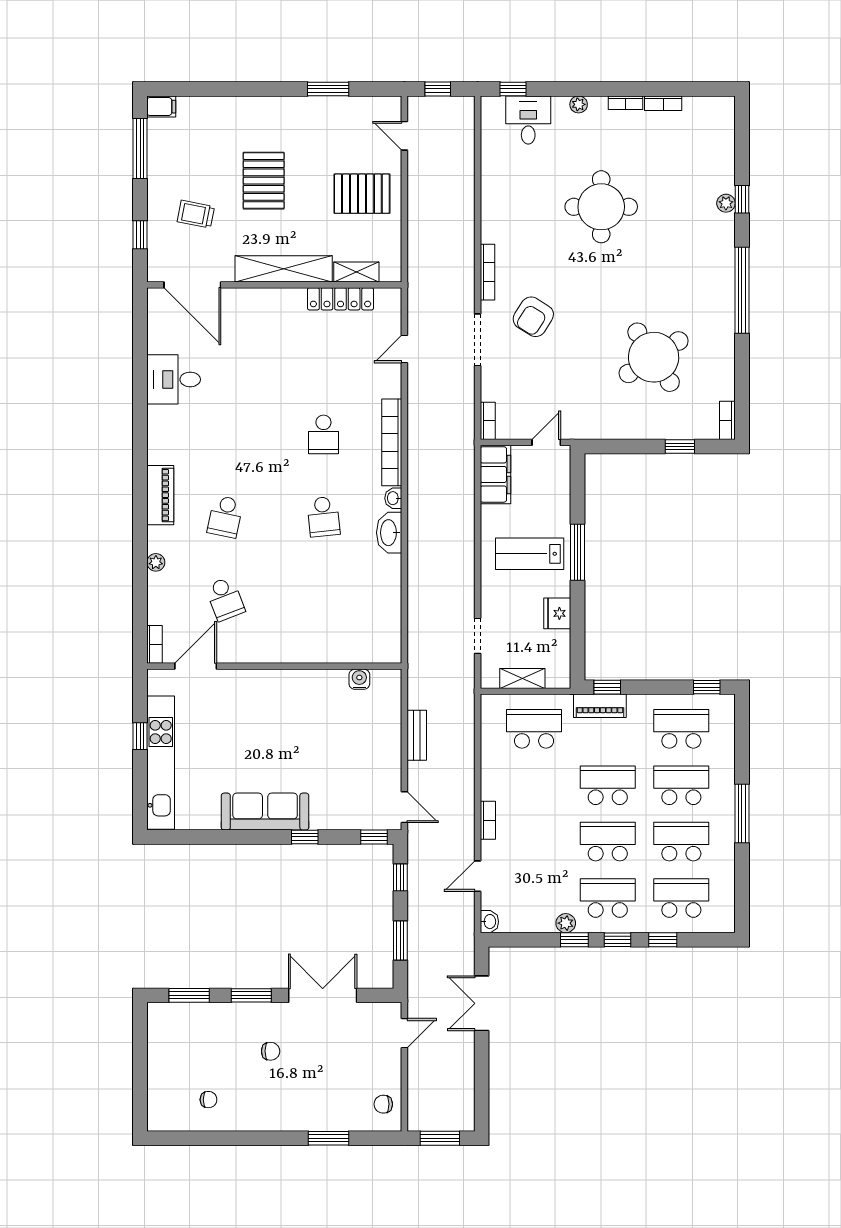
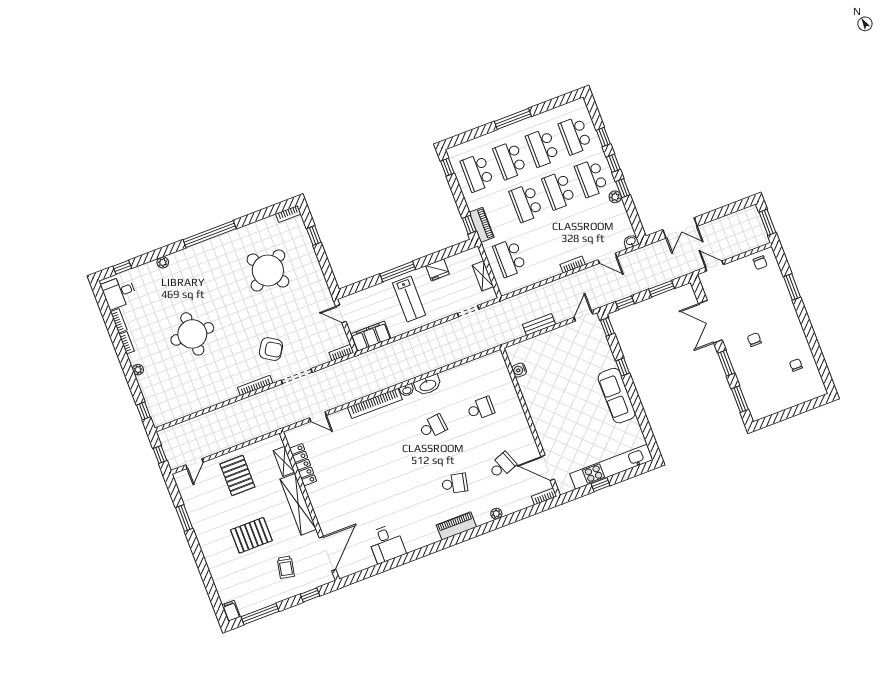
desk: (528, 120) -> (119, 292), moved
window: (742, 199) -> (122, 267), moved
school desk: (323, 434) -> (481, 409), moved

